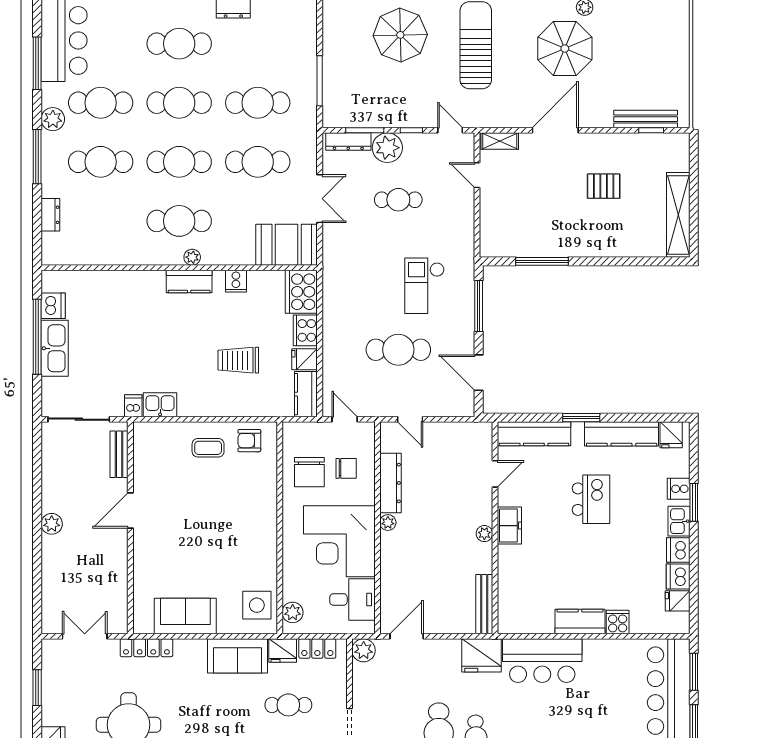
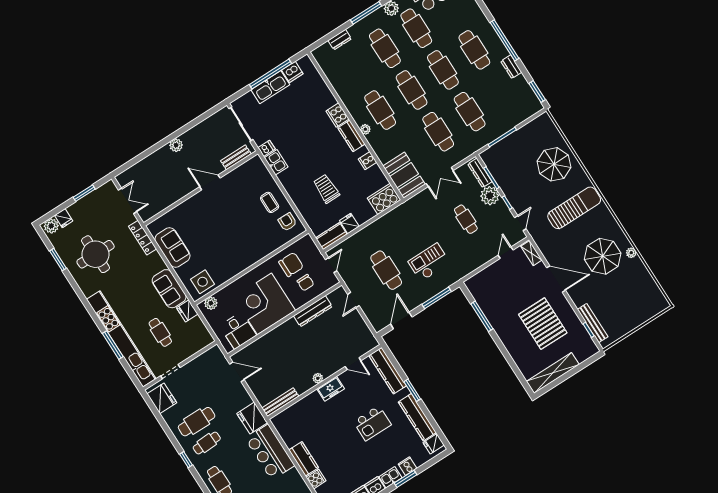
pallet: (604, 186) -> (543, 324), width x2.05, depth x2.00
cooker: (305, 330) -> (338, 115), moved, turned -90
chair: (309, 472) -> (291, 264), turned 180
plant: (388, 523) -> (291, 323), removed
locker: (317, 649) -> (200, 329), removed
plant: (364, 650) -> (215, 354), removed

